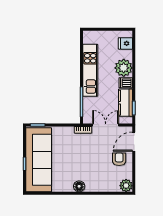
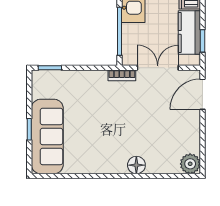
armchair: (119, 159) -> (179, 122), removed
sofa: (39, 160) -> (47, 136), width x0.74, depth x0.79
floor lamp: (79, 186) -> (136, 165), moved

